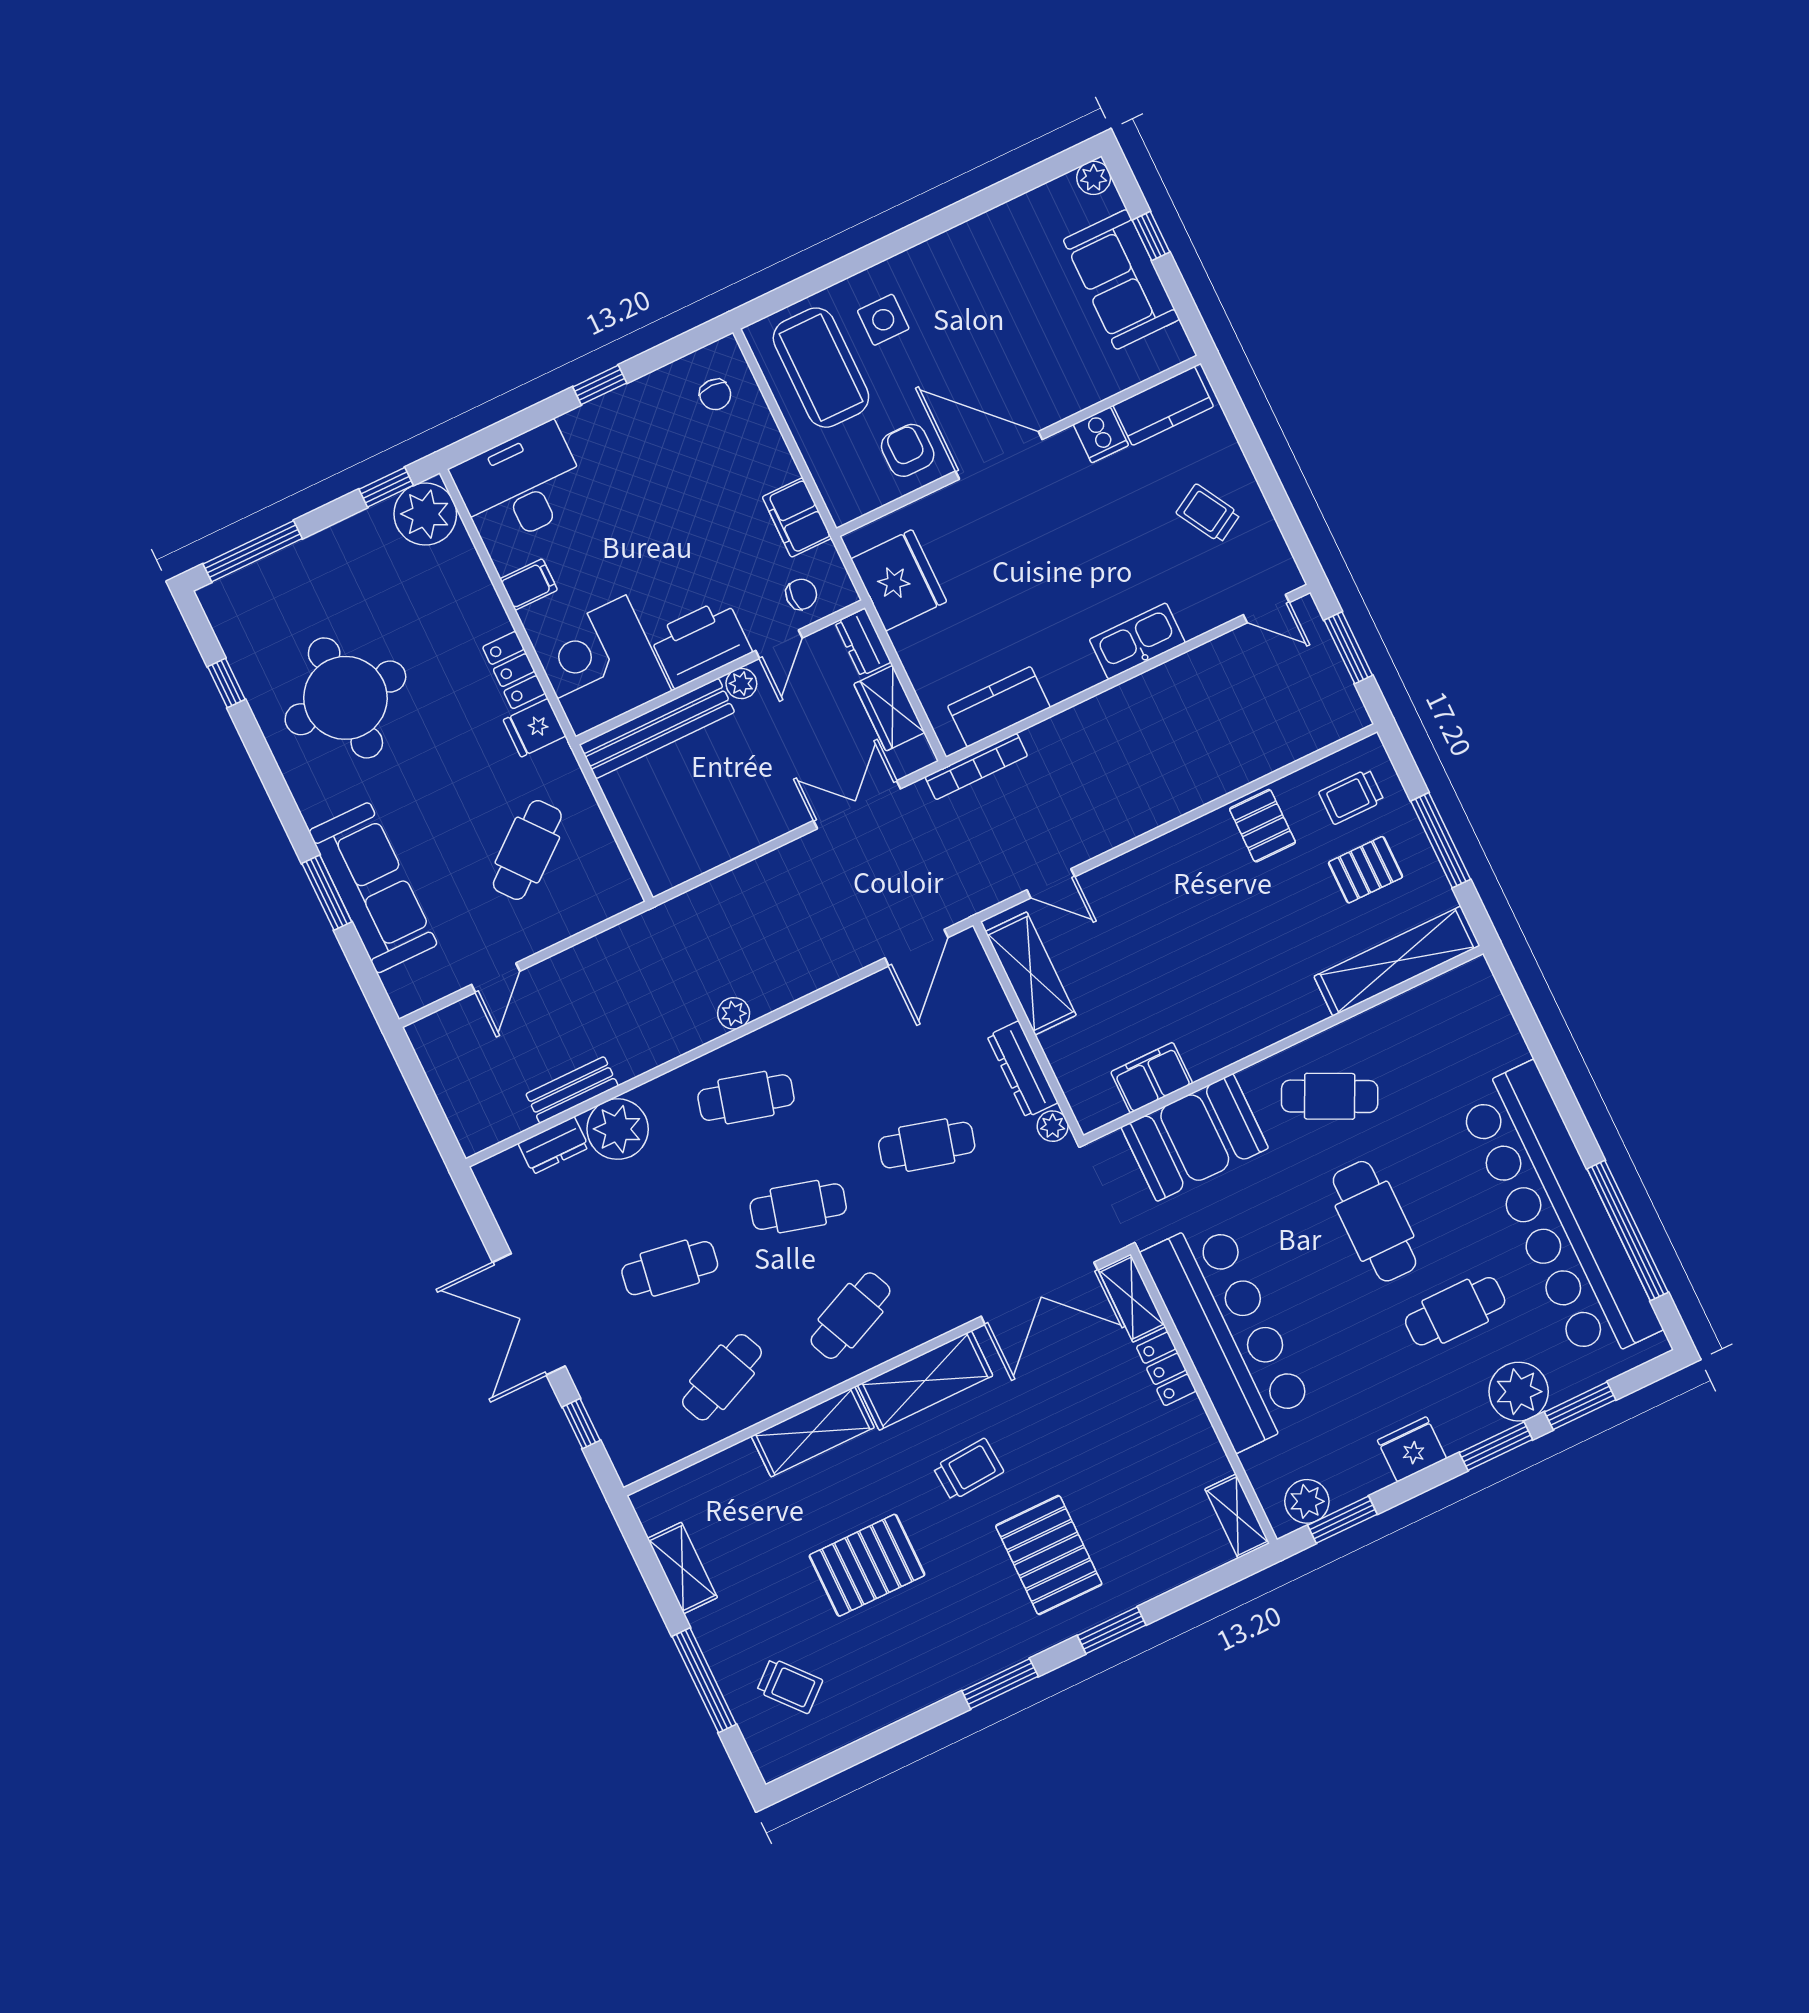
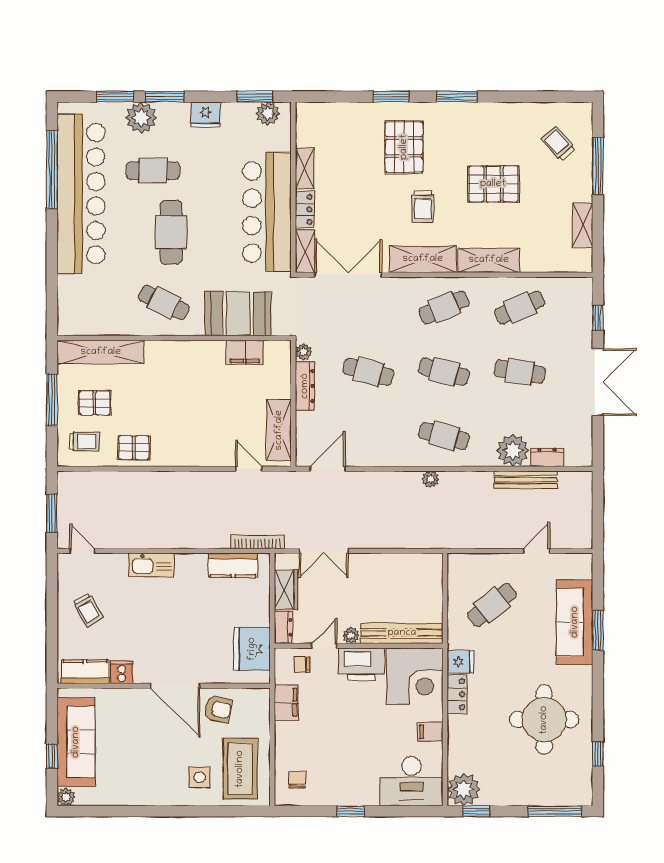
sofa: (1121, 279) -> (76, 742), width x1.36
armchair: (908, 450) -> (218, 709), turned -79
pallet: (1262, 826) -> (134, 448), turned 90
bench: (572, 1090) -> (526, 480), width x1.36
trolley: (968, 1469) -> (423, 207), turned -86
shelving: (1237, 1516) -> (305, 169), moved

